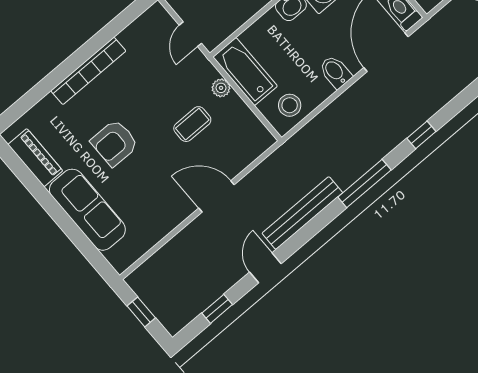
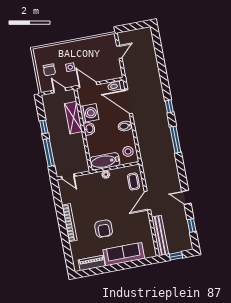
door: (190, 34) -> (68, 176), moved
coffee table: (192, 124) -> (133, 181), moved
bench: (302, 213) -> (160, 236), moved

